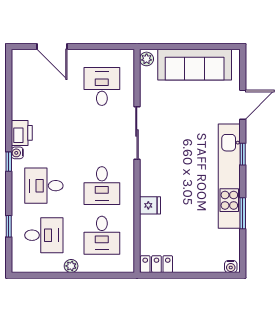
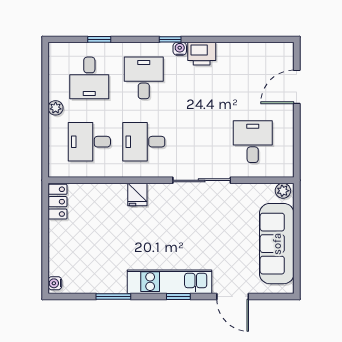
desk: (102, 86) -> (253, 142), turned -90
kitchen unit: (229, 176) -> (170, 282), width x0.73
fridge: (150, 205) -> (137, 194), moved

